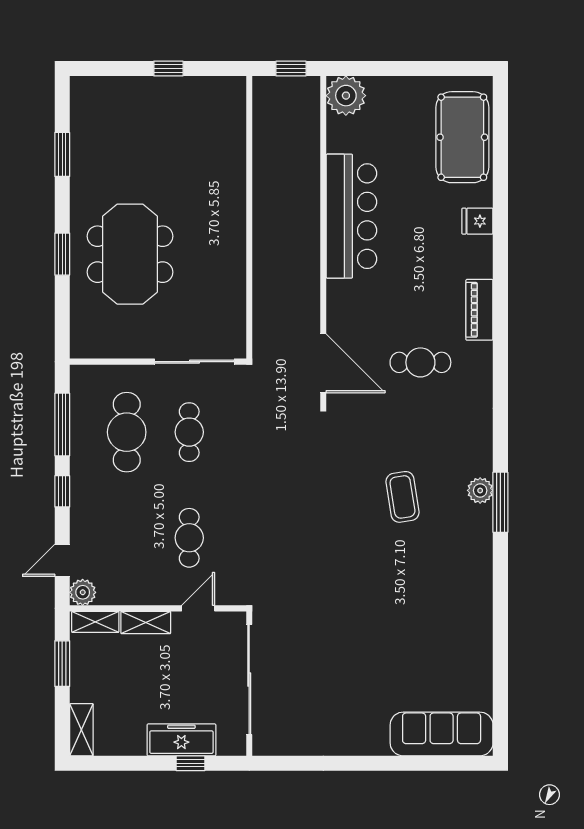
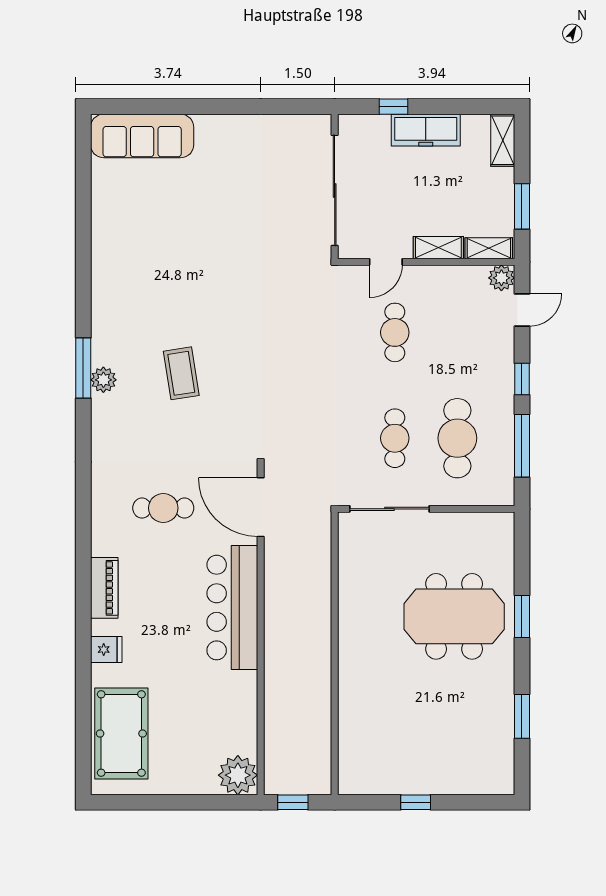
bar counter: (351, 216) -> (232, 608), moved
meeting table: (130, 254) -> (454, 616), turned 90
piano: (479, 310) -> (104, 588), moved
freezer: (181, 740) -> (426, 130), moved

